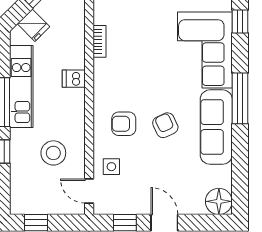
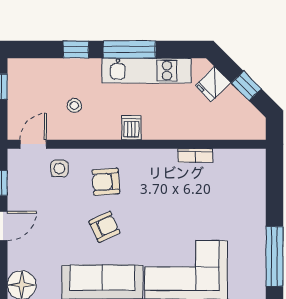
dishwasher: (74, 79) -> (131, 128), moved
armchair: (124, 124) -> (106, 182), turned -94
stool: (53, 153) -> (74, 105), width x0.53, depth x0.53

